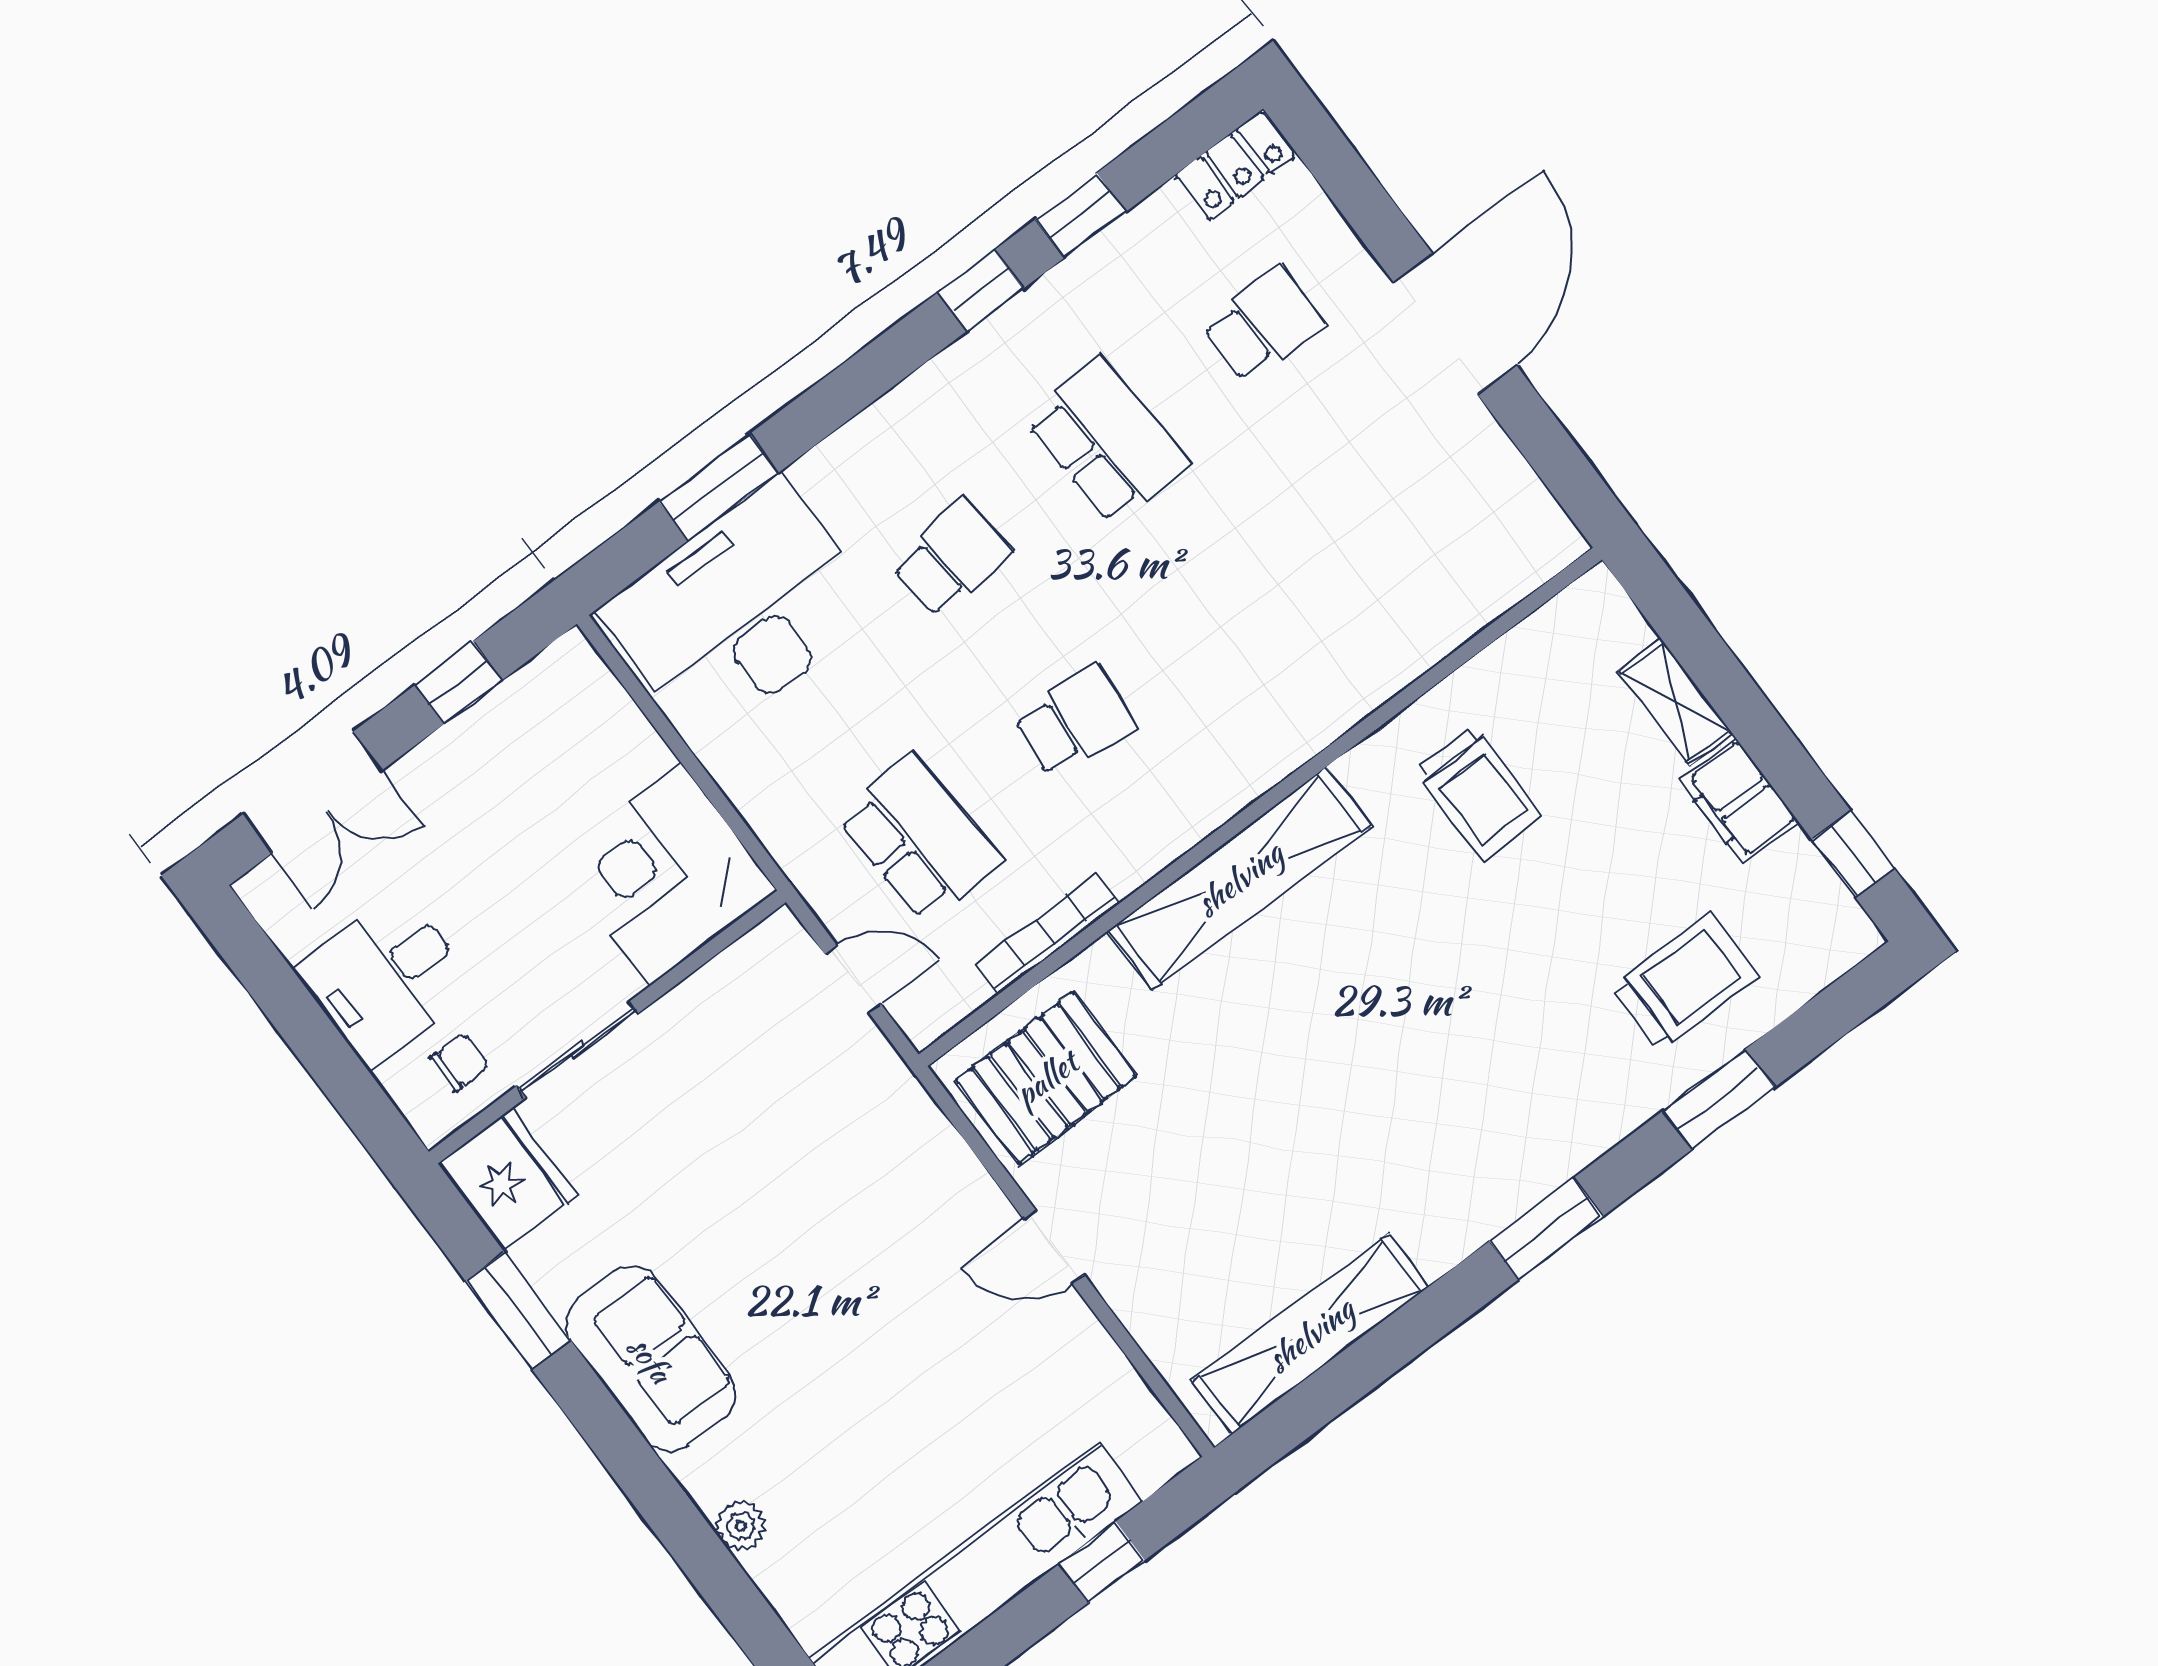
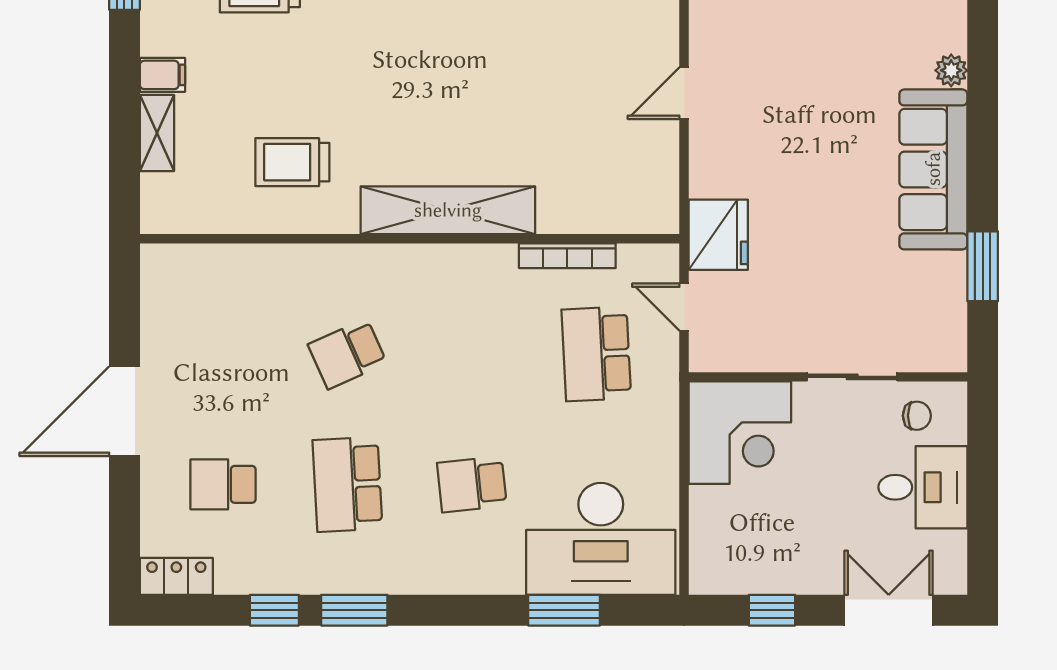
window: (981, 291) -> (354, 610), width x1.50
school desk: (1074, 721) -> (347, 354), moved, turned -30
trolley: (1479, 793) -> (292, 162), turned -90
filing cabinet: (1739, 801) -> (162, 75), width x0.50
chair: (460, 1062) -> (917, 416), turned 180
pallet: (1046, 1078) -> (623, 182), removed
fridge: (508, 1179) -> (718, 235), moved, turned 180
door: (1054, 1247) -> (684, 93), swing flipped
sofa: (651, 1359) -> (933, 169), width x1.36

